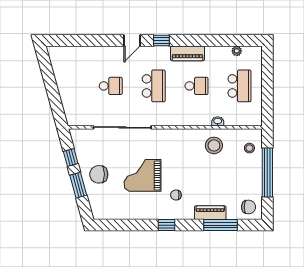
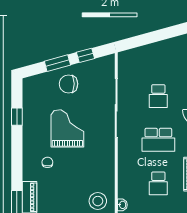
chair: (99, 174) -> (68, 84), turned -90
window: (166, 225) -> (17, 117), moved

